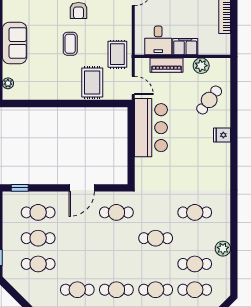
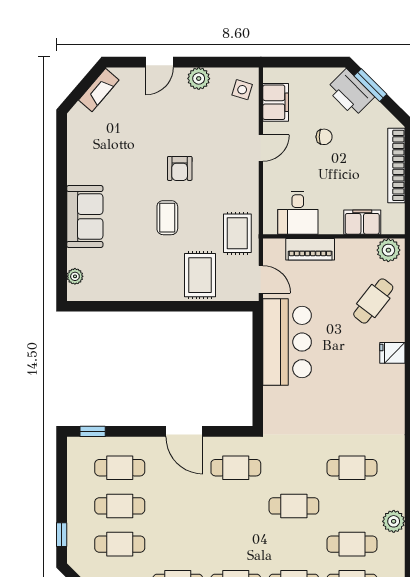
filing cabinet: (185, 47) -> (362, 222), moved
plant: (201, 66) -> (388, 250), moved
door: (82, 188) -> (184, 431), hinge flipped

